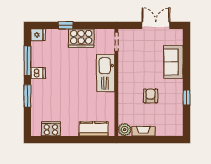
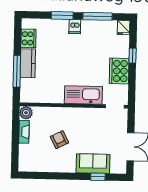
dishwasher: (38, 73) -> (75, 27), moved
armchair: (151, 96) -> (59, 140), turned -117
window: (187, 98) -> (98, 177), moved
kitchen counter: (94, 129) -> (28, 63), moved
window: (84, 140) -> (17, 71), added

